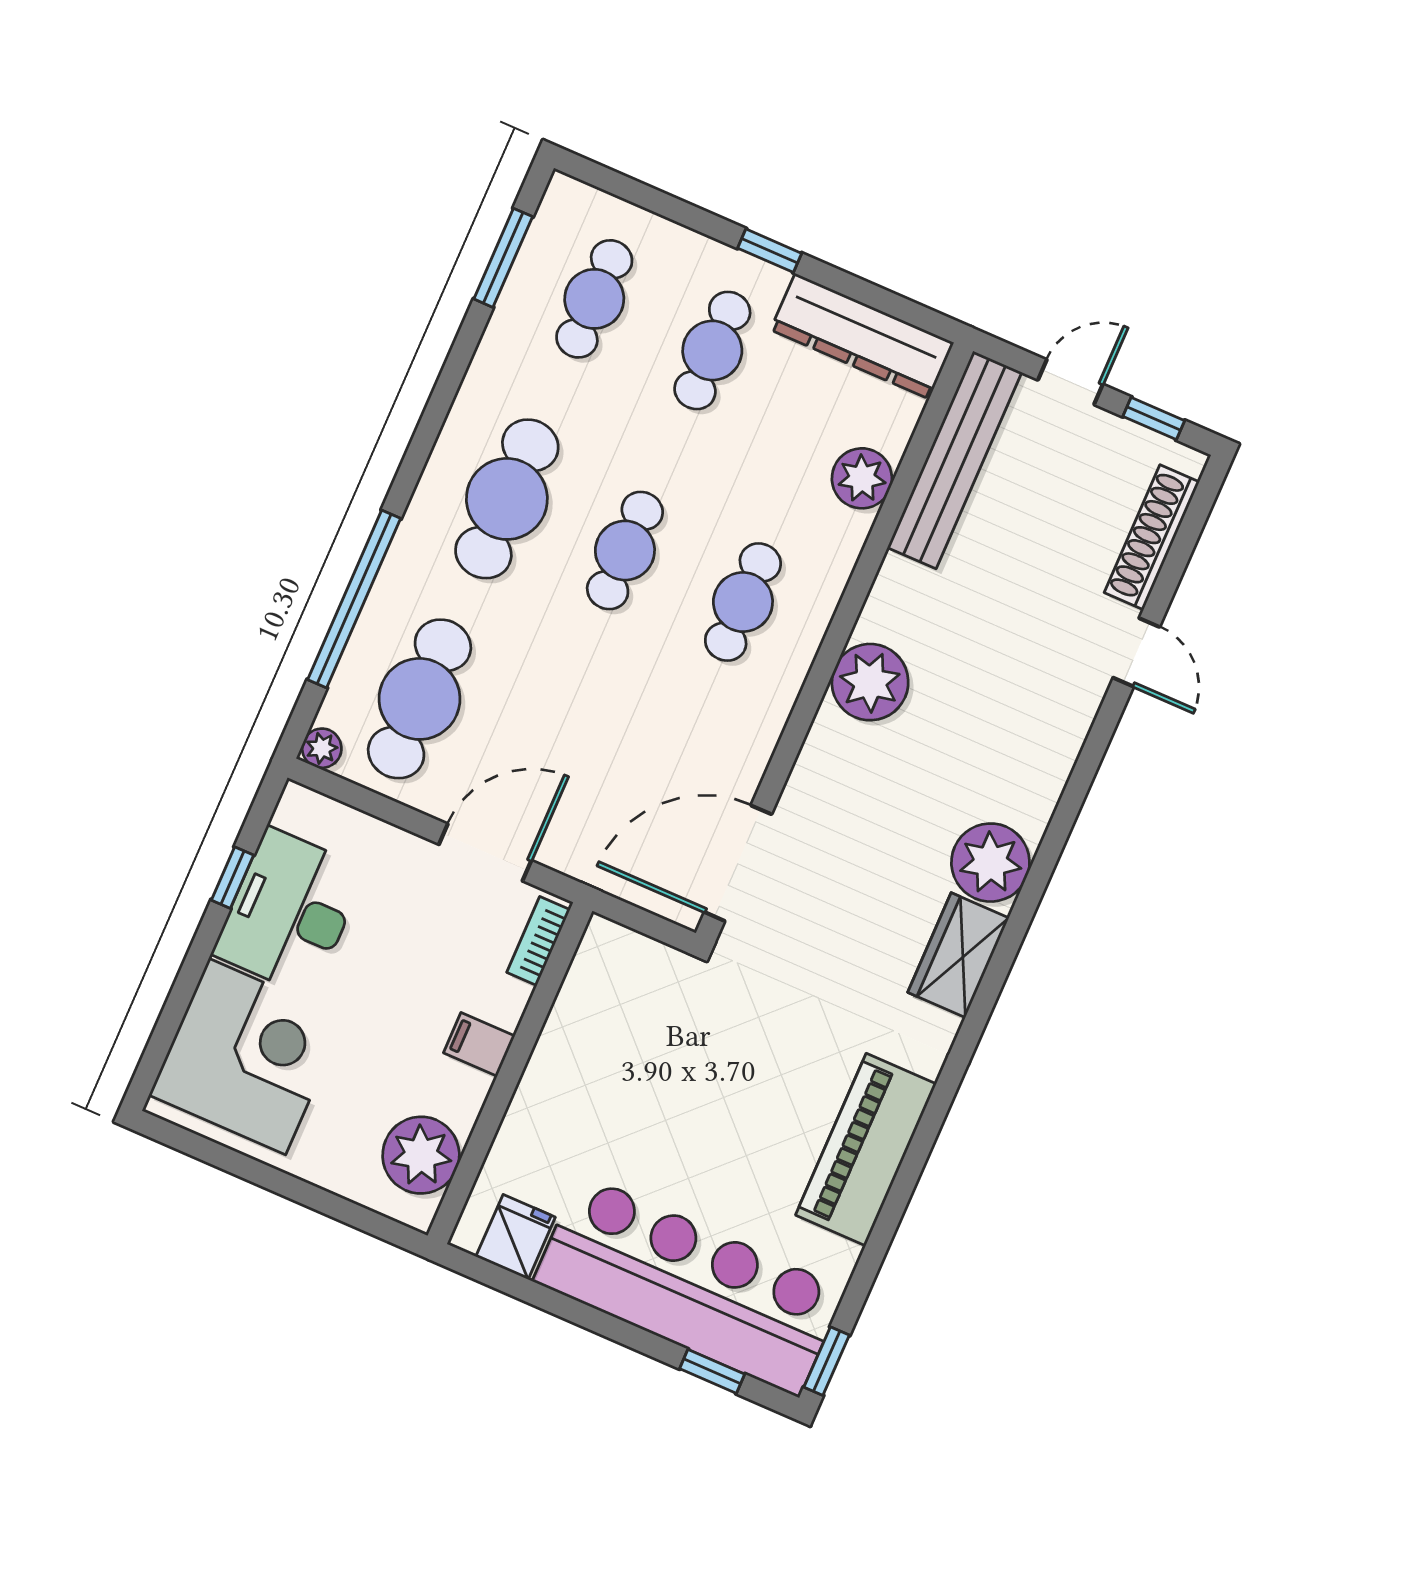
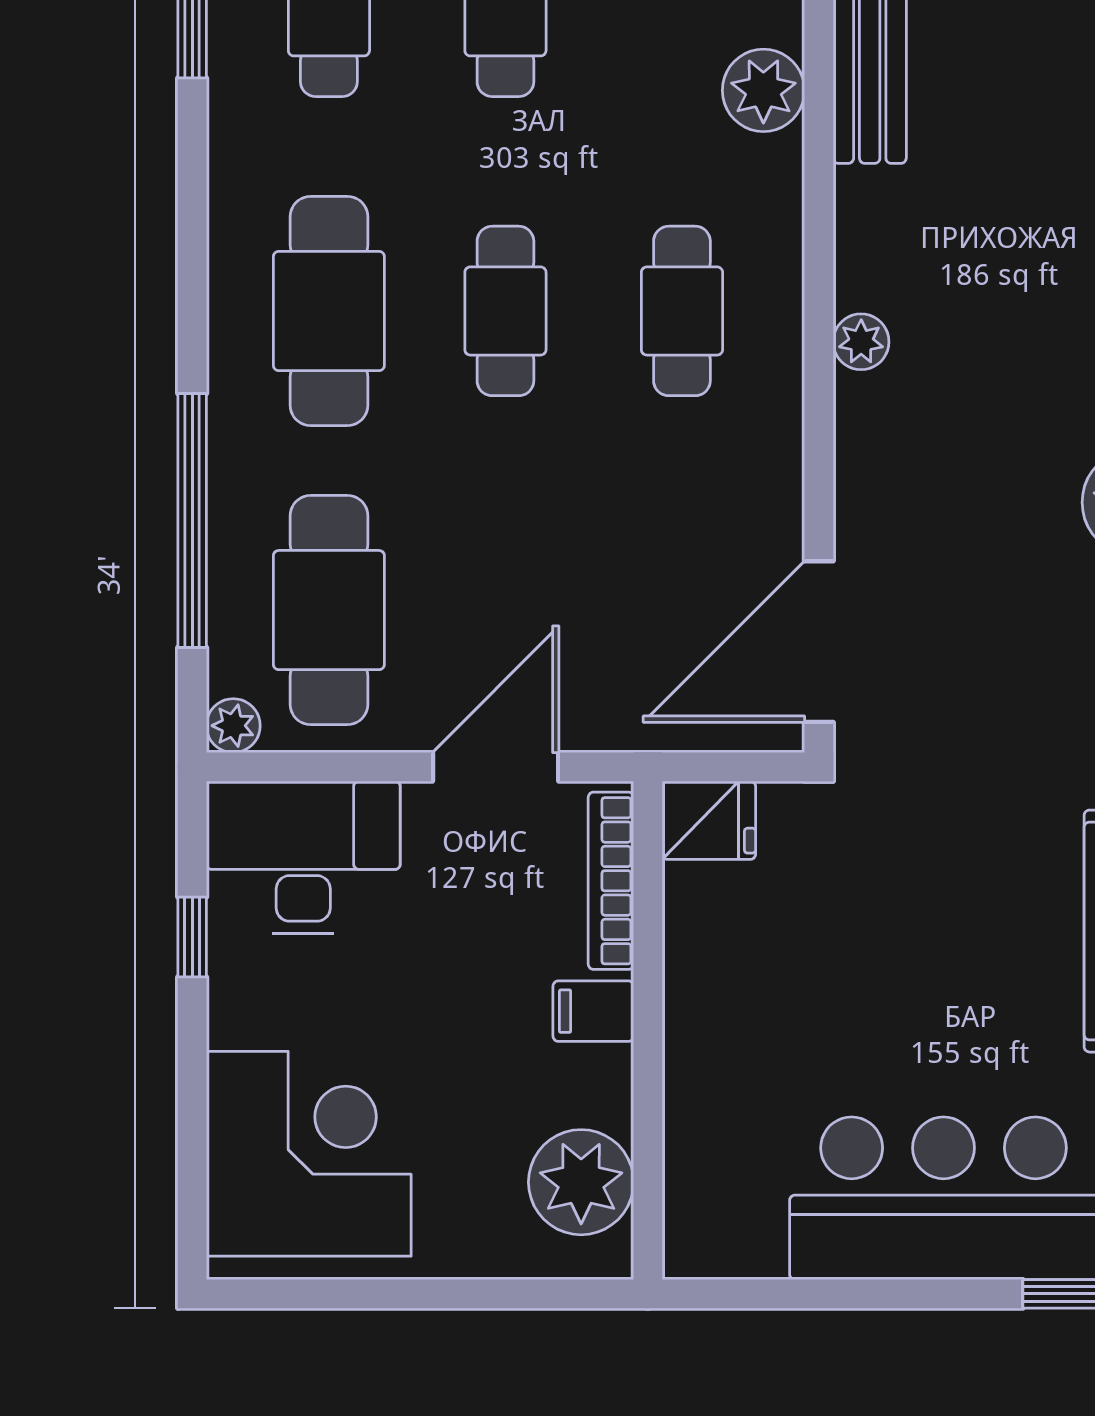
plant: (870, 682) -> (861, 342), width x0.53, depth x0.53
desk: (290, 912) -> (303, 857), moved, turned 90
bookcase: (538, 941) -> (611, 881), width x1.56
fridge: (516, 1237) -> (709, 820), moved, turned 90

